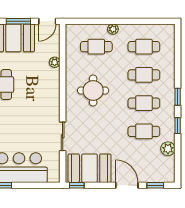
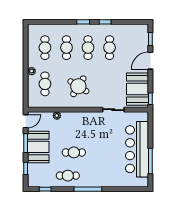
door: (47, 21) -> (26, 121), hinge flipped
round table: (93, 91) -> (78, 86), turned 32
plant: (168, 149) -> (123, 29), removed

